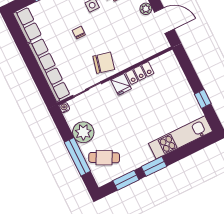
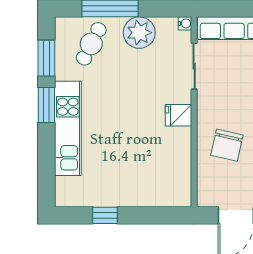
chair: (104, 63) -> (227, 145), moved
locker: (140, 73) -> (181, 148), removed
kitchen unit: (181, 137) -> (68, 128), moved

